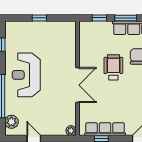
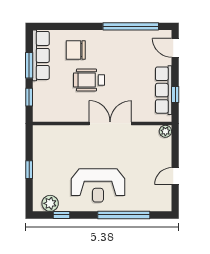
plant: (11, 122) -> (50, 203), moved

